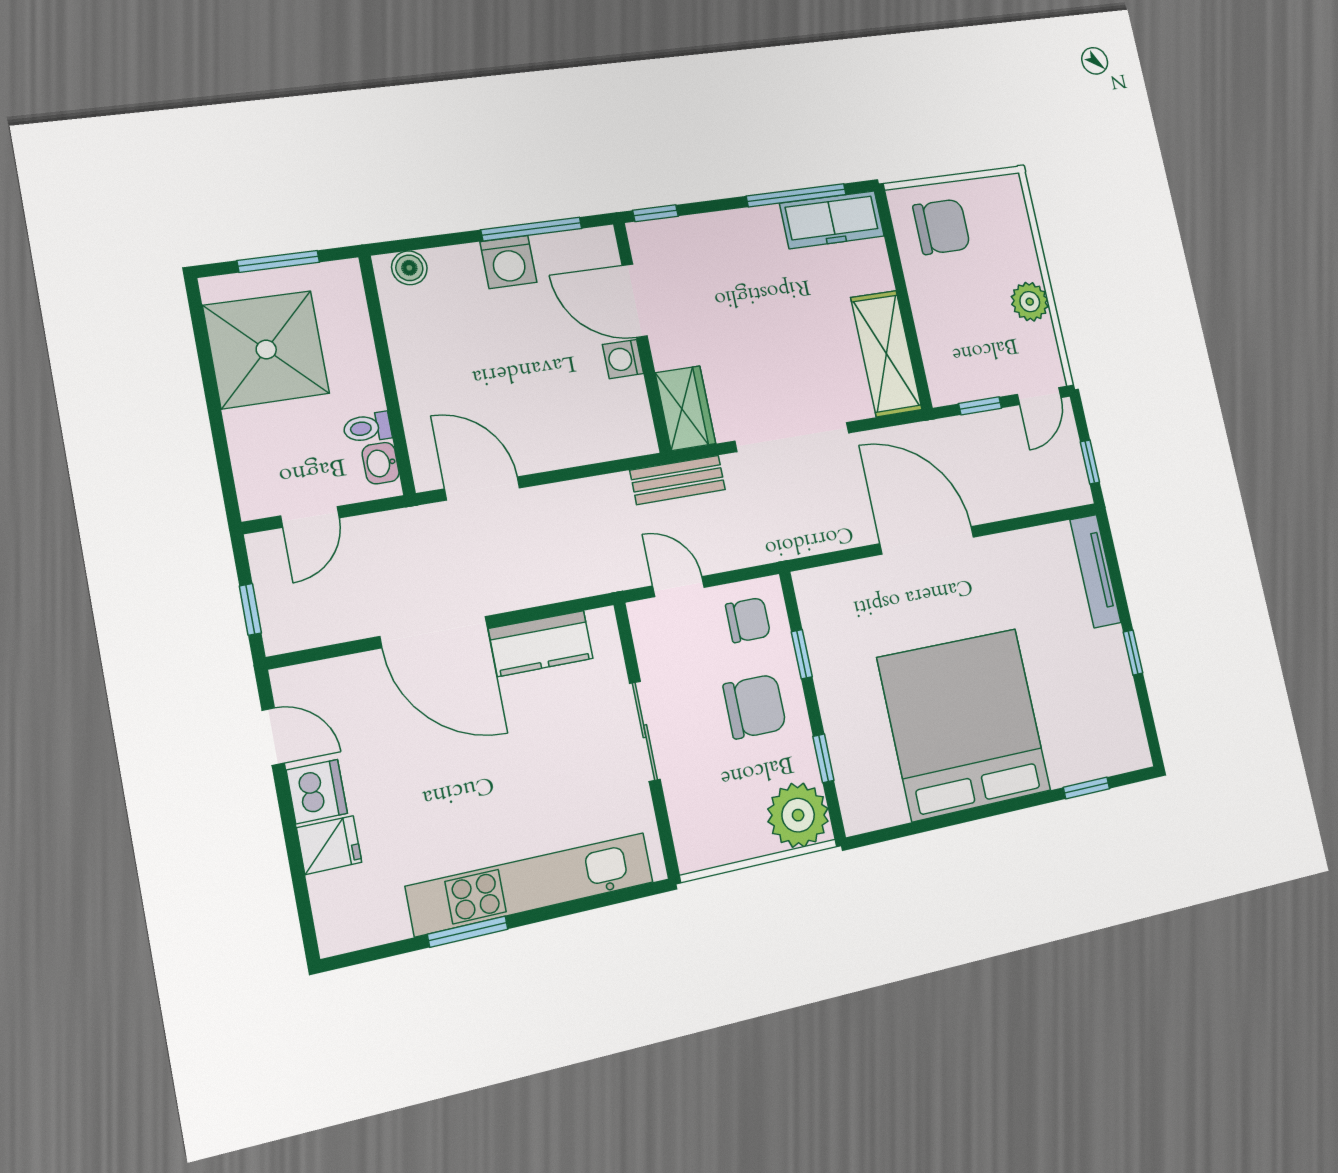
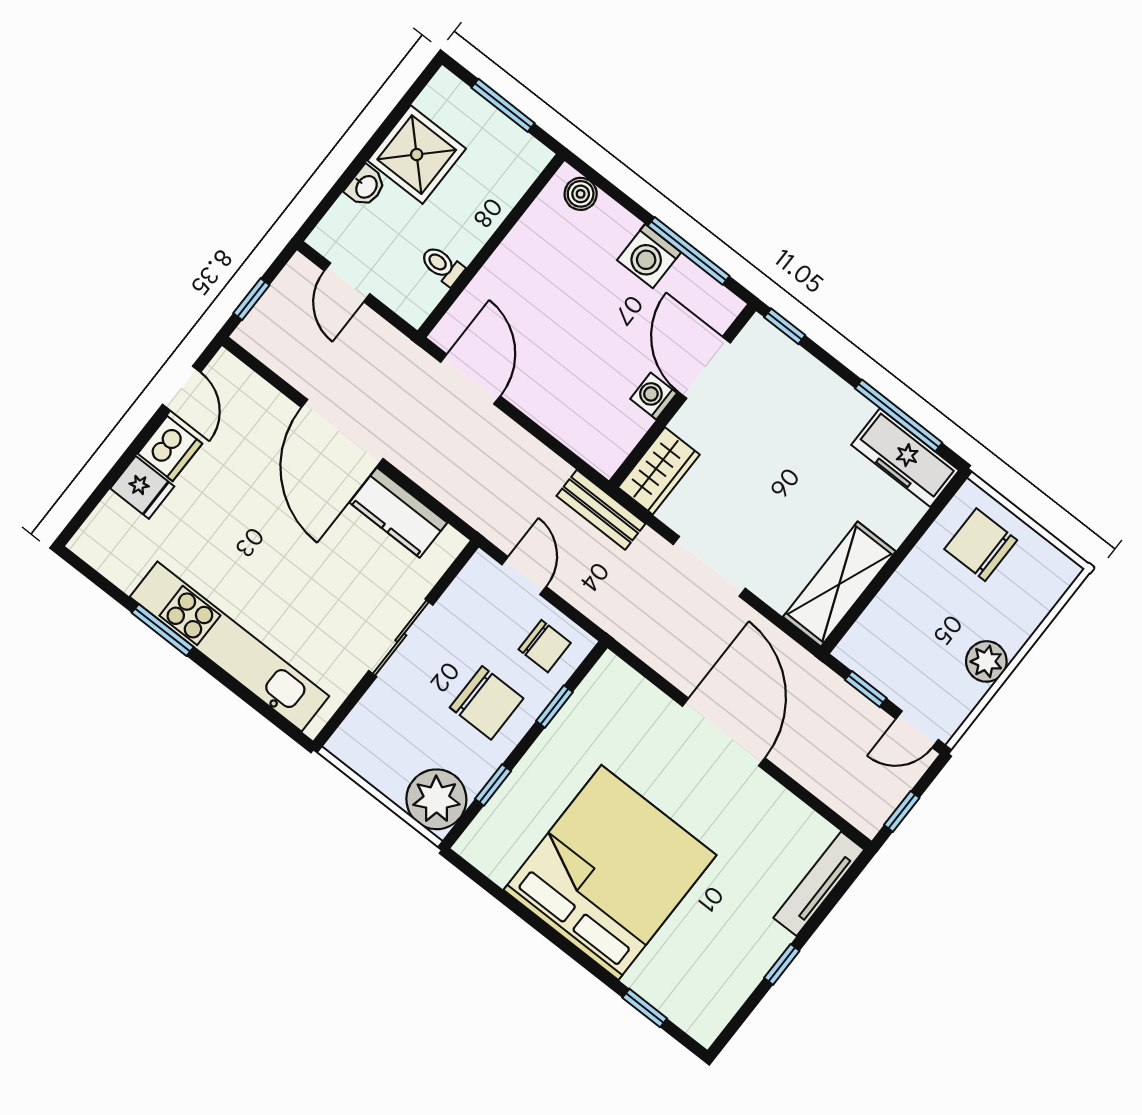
chair: (942, 227) -> (981, 545), turned 180
shower: (266, 349) -> (417, 155), width x0.73, depth x0.73
doorway: (792, 437) -> (709, 566), width x0.73
washbasin: (381, 463) -> (366, 186), moved, turned 180
door: (310, 517) -> (347, 282), hinge flipped

